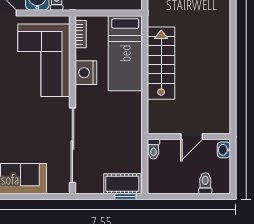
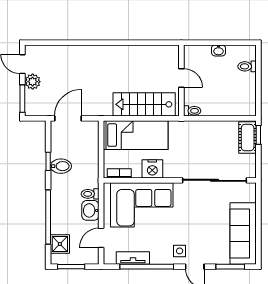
wall: (189, 136) -> (181, 80), moved
door: (192, 136) -> (181, 78), moved
toilet: (153, 149) -> (192, 111), moved

